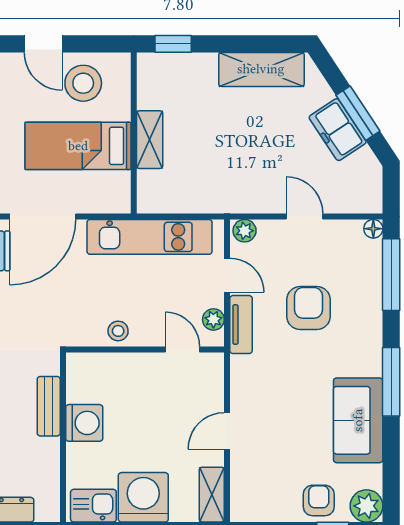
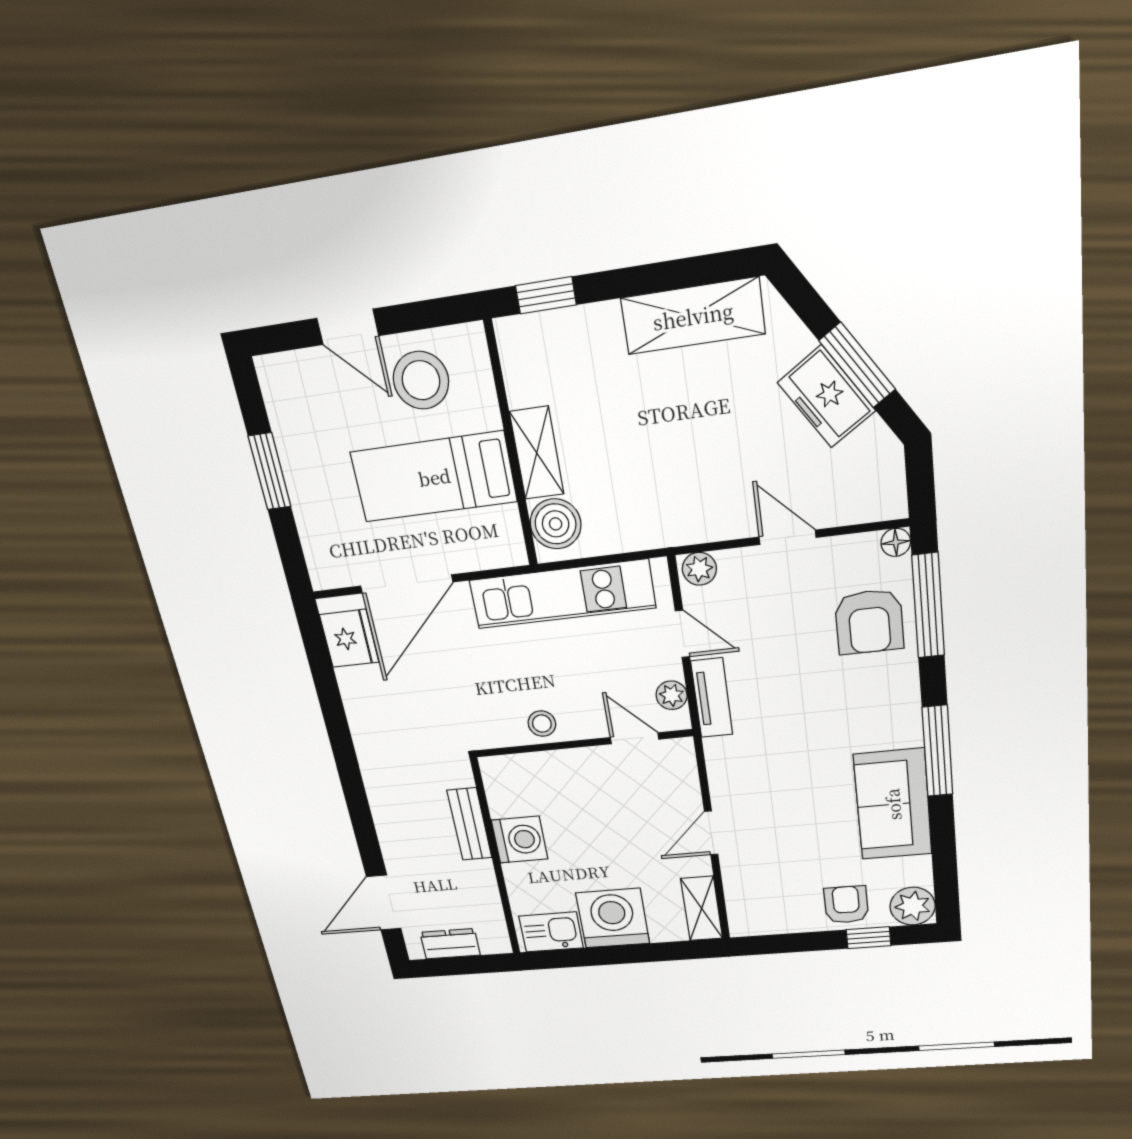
boiler: (154, 188) -> (556, 524), added
armchair: (308, 308) -> (869, 622), moved, turned 180

